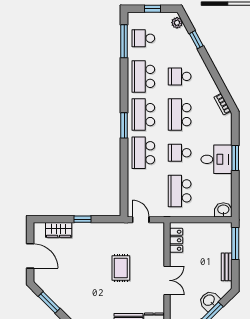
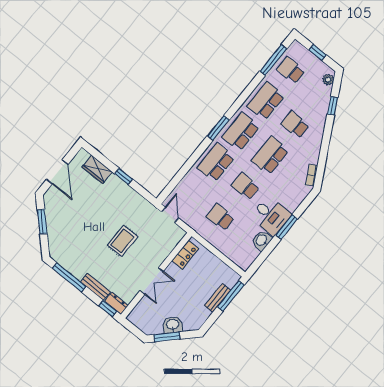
school desk: (180, 191) -> (220, 217), width x0.54
washbasin: (223, 210) -> (262, 240), moved, turned -90
bench: (227, 267) -> (218, 298), moved

